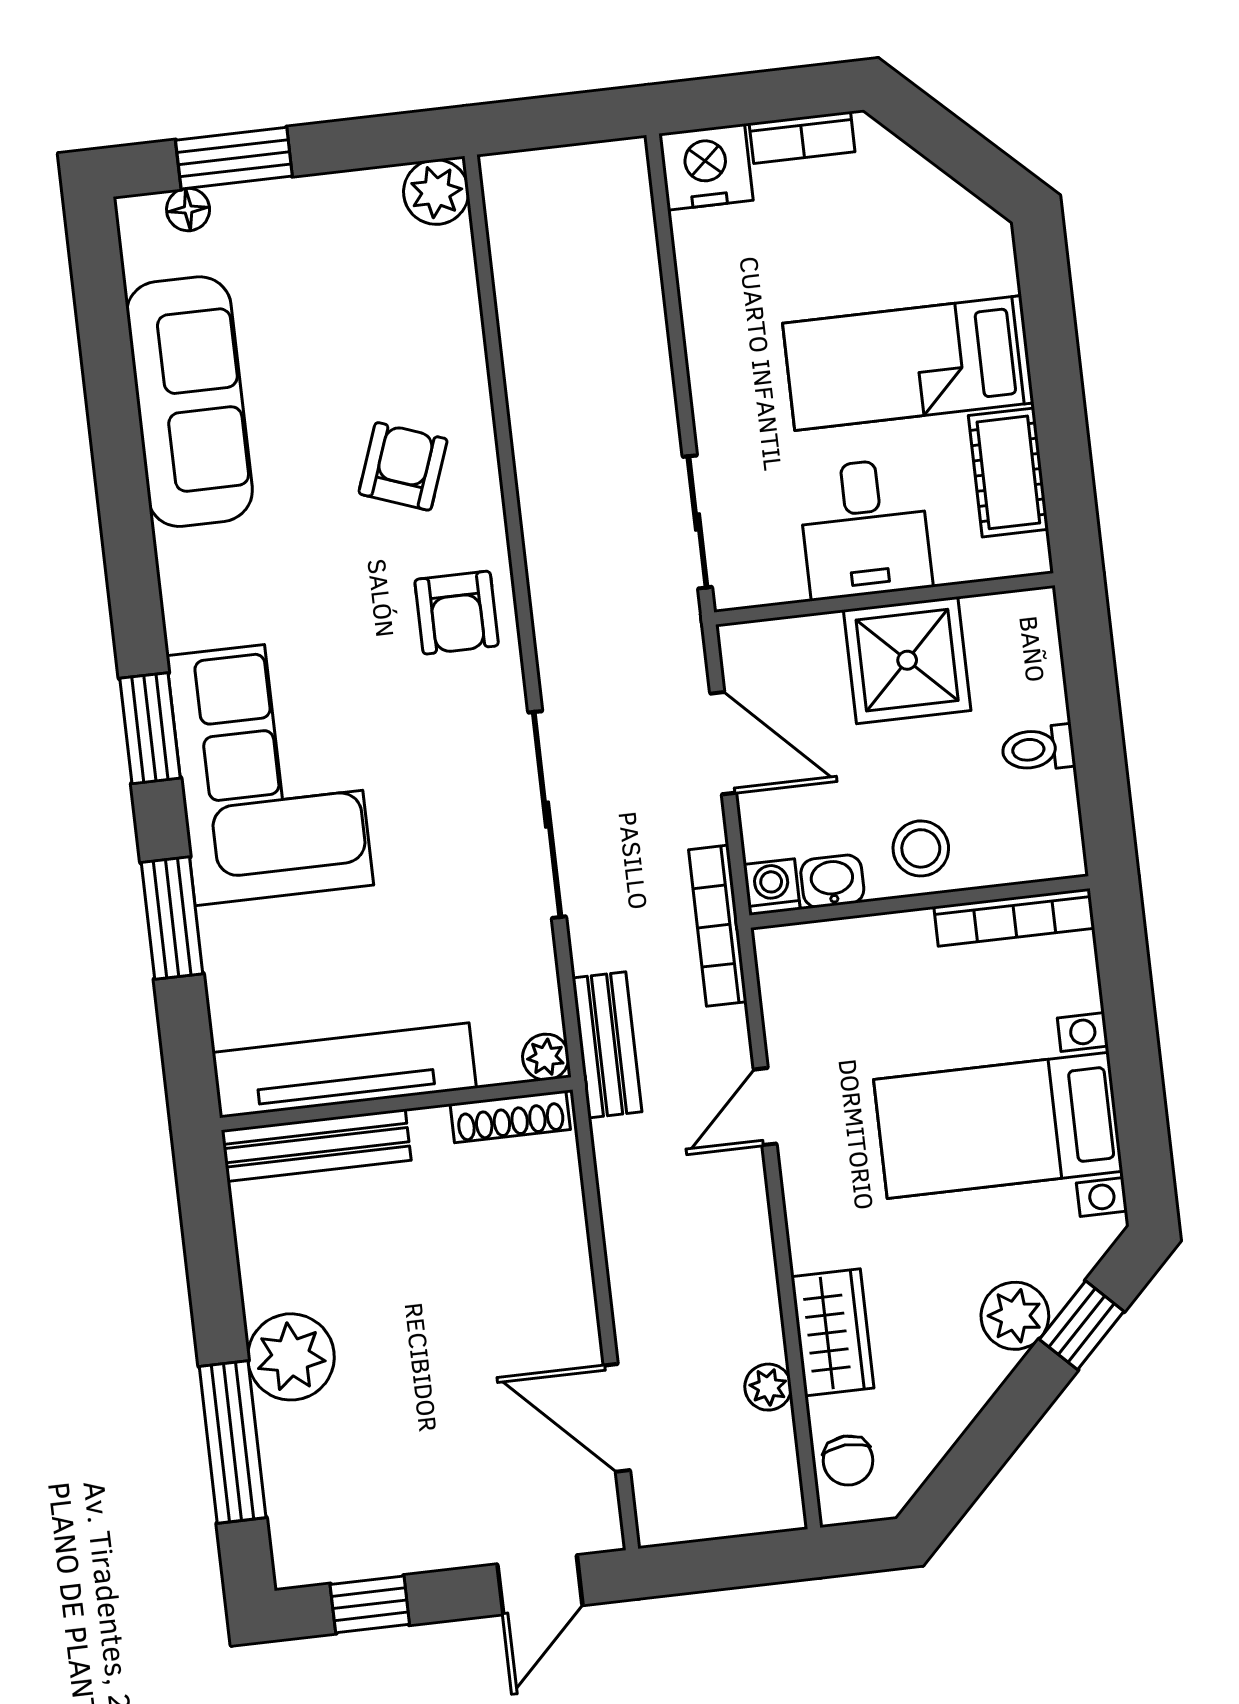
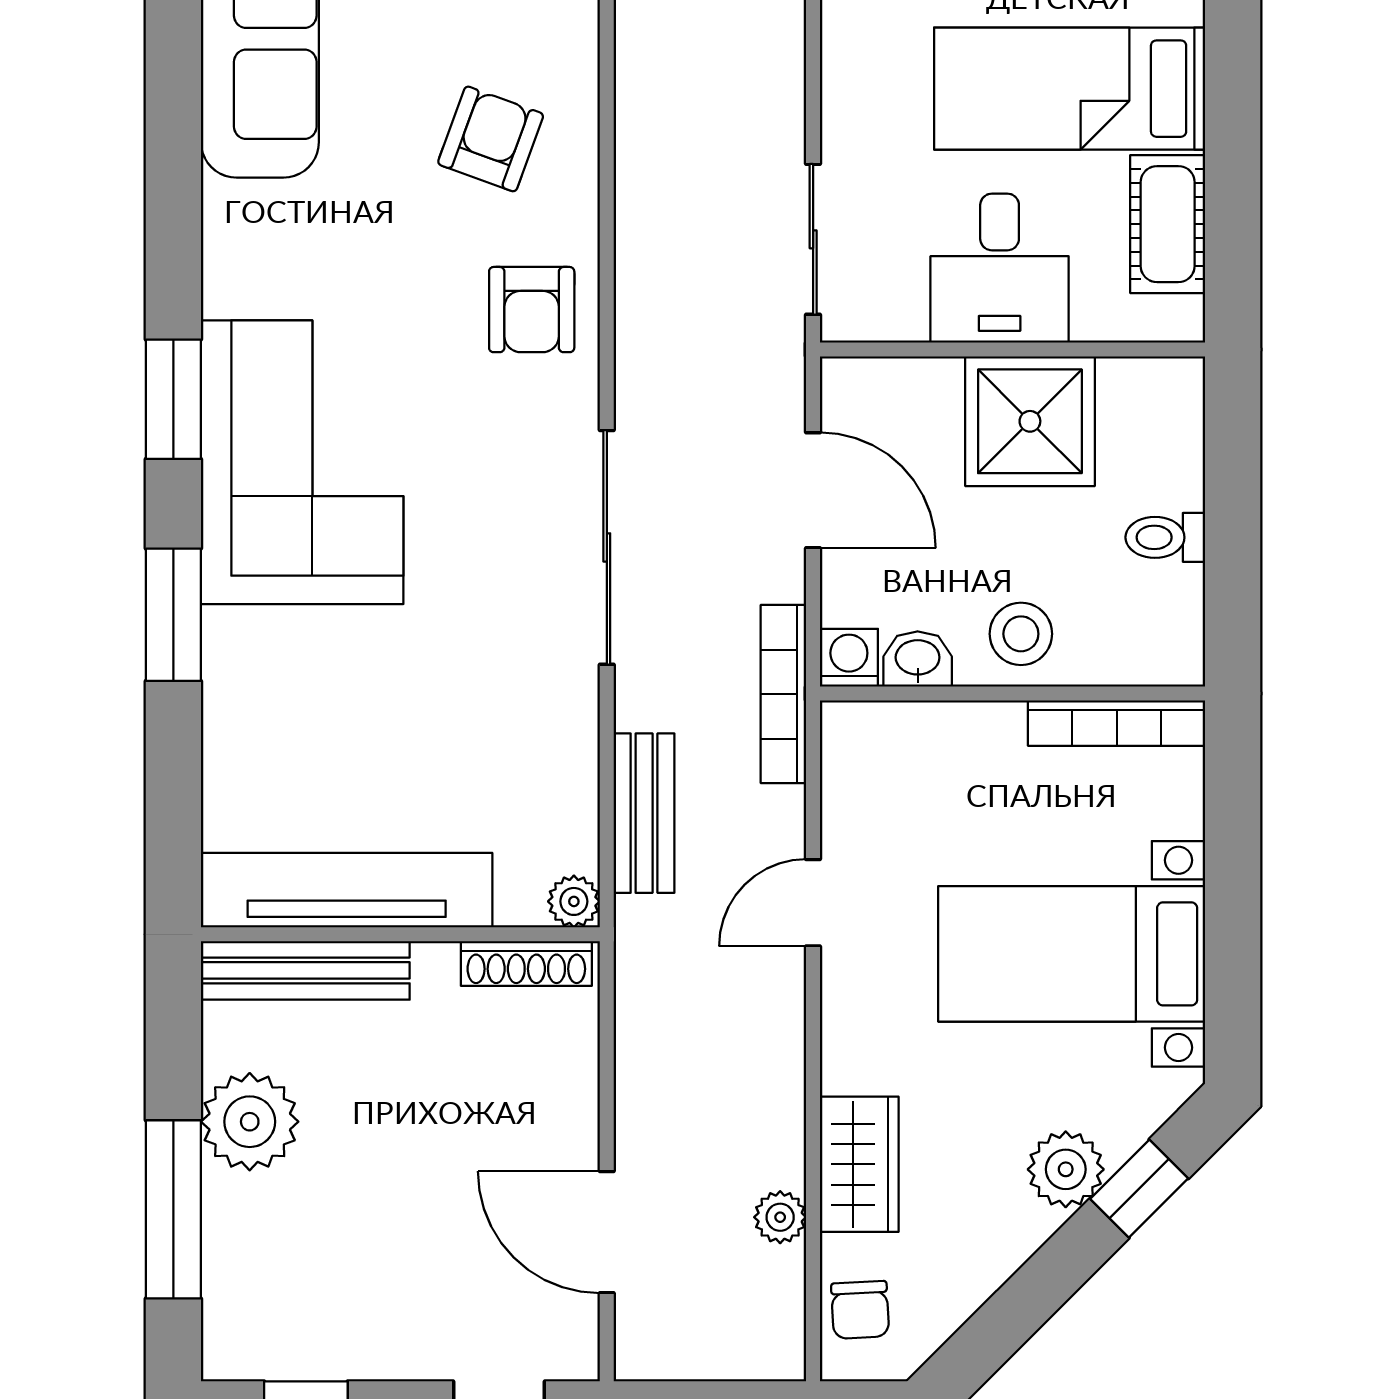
plant: (546, 1057) -> (574, 901), moved
tv unit: (344, 1070) -> (347, 890), moved
wall: (396, 1104) -> (400, 934), moved
shoe rack: (510, 1117) -> (526, 963), moved
bench: (316, 1145) -> (305, 970), moved

